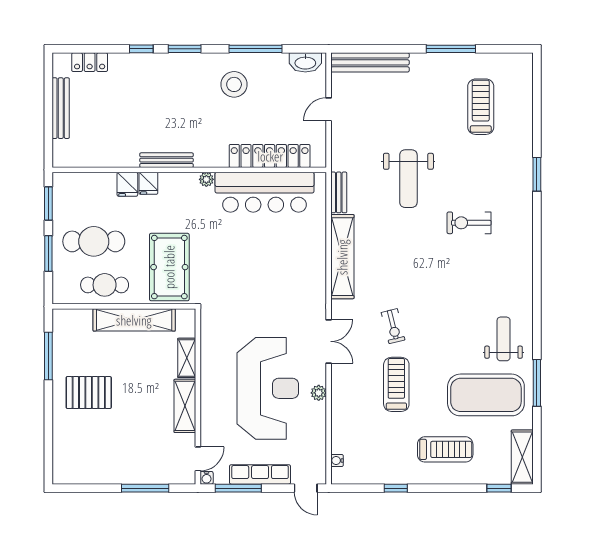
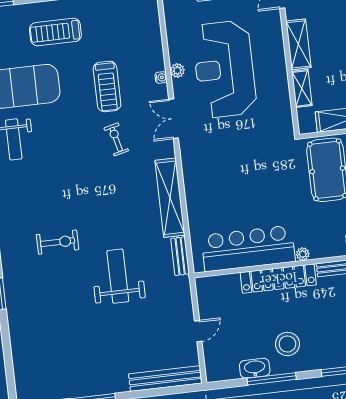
washbasin: (305, 62) -> (255, 368), moved
treadmill: (481, 107) -> (59, 350), removed
locker: (270, 156) -> (278, 279), moved
water cooler: (337, 460) -> (161, 77), moved

